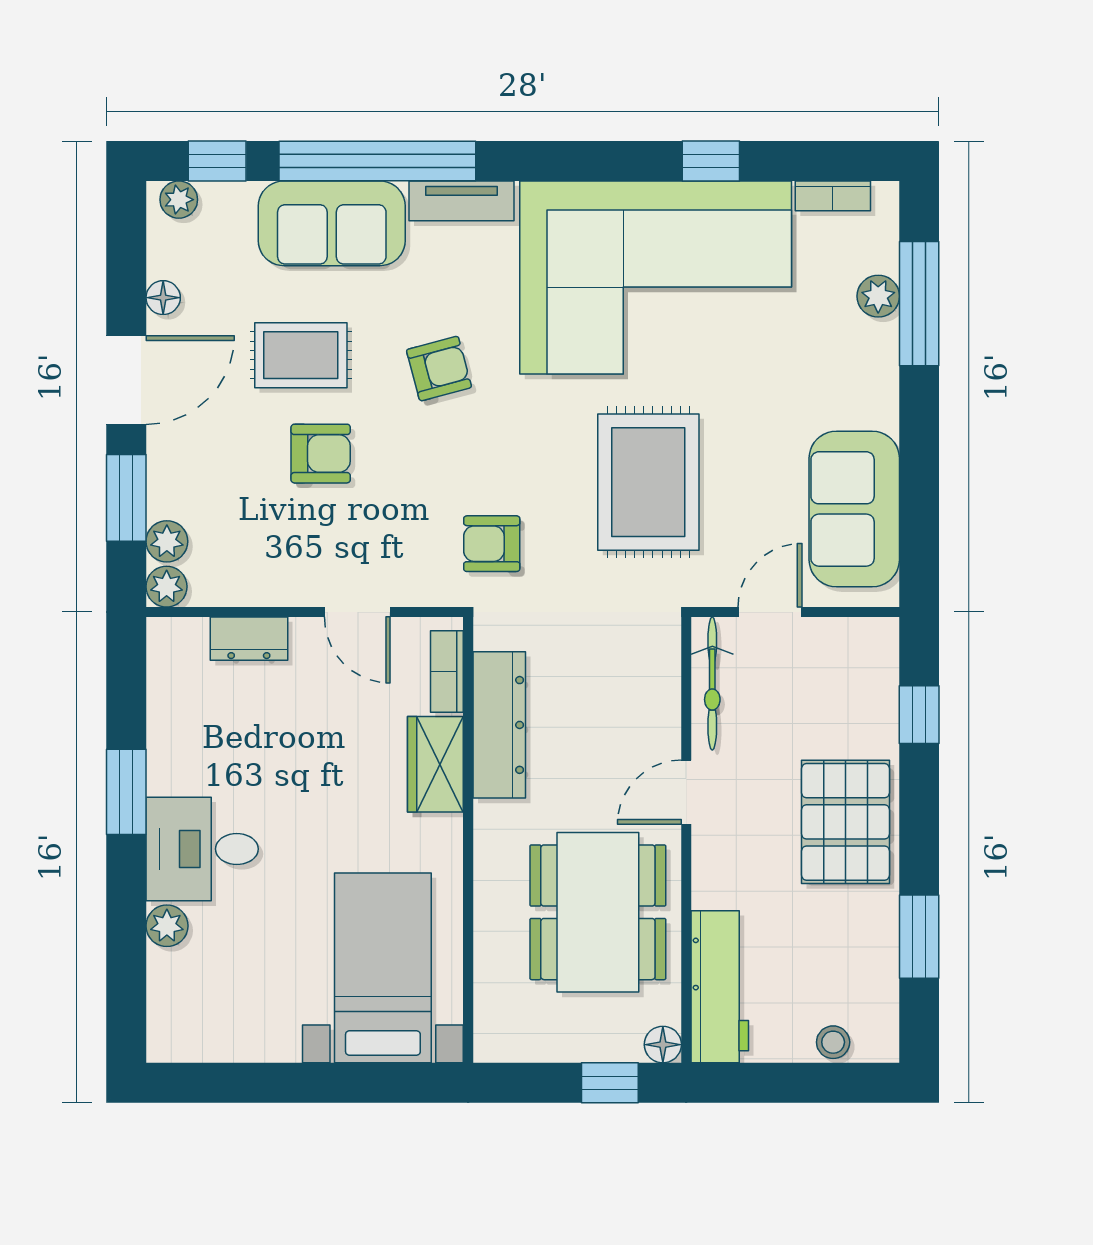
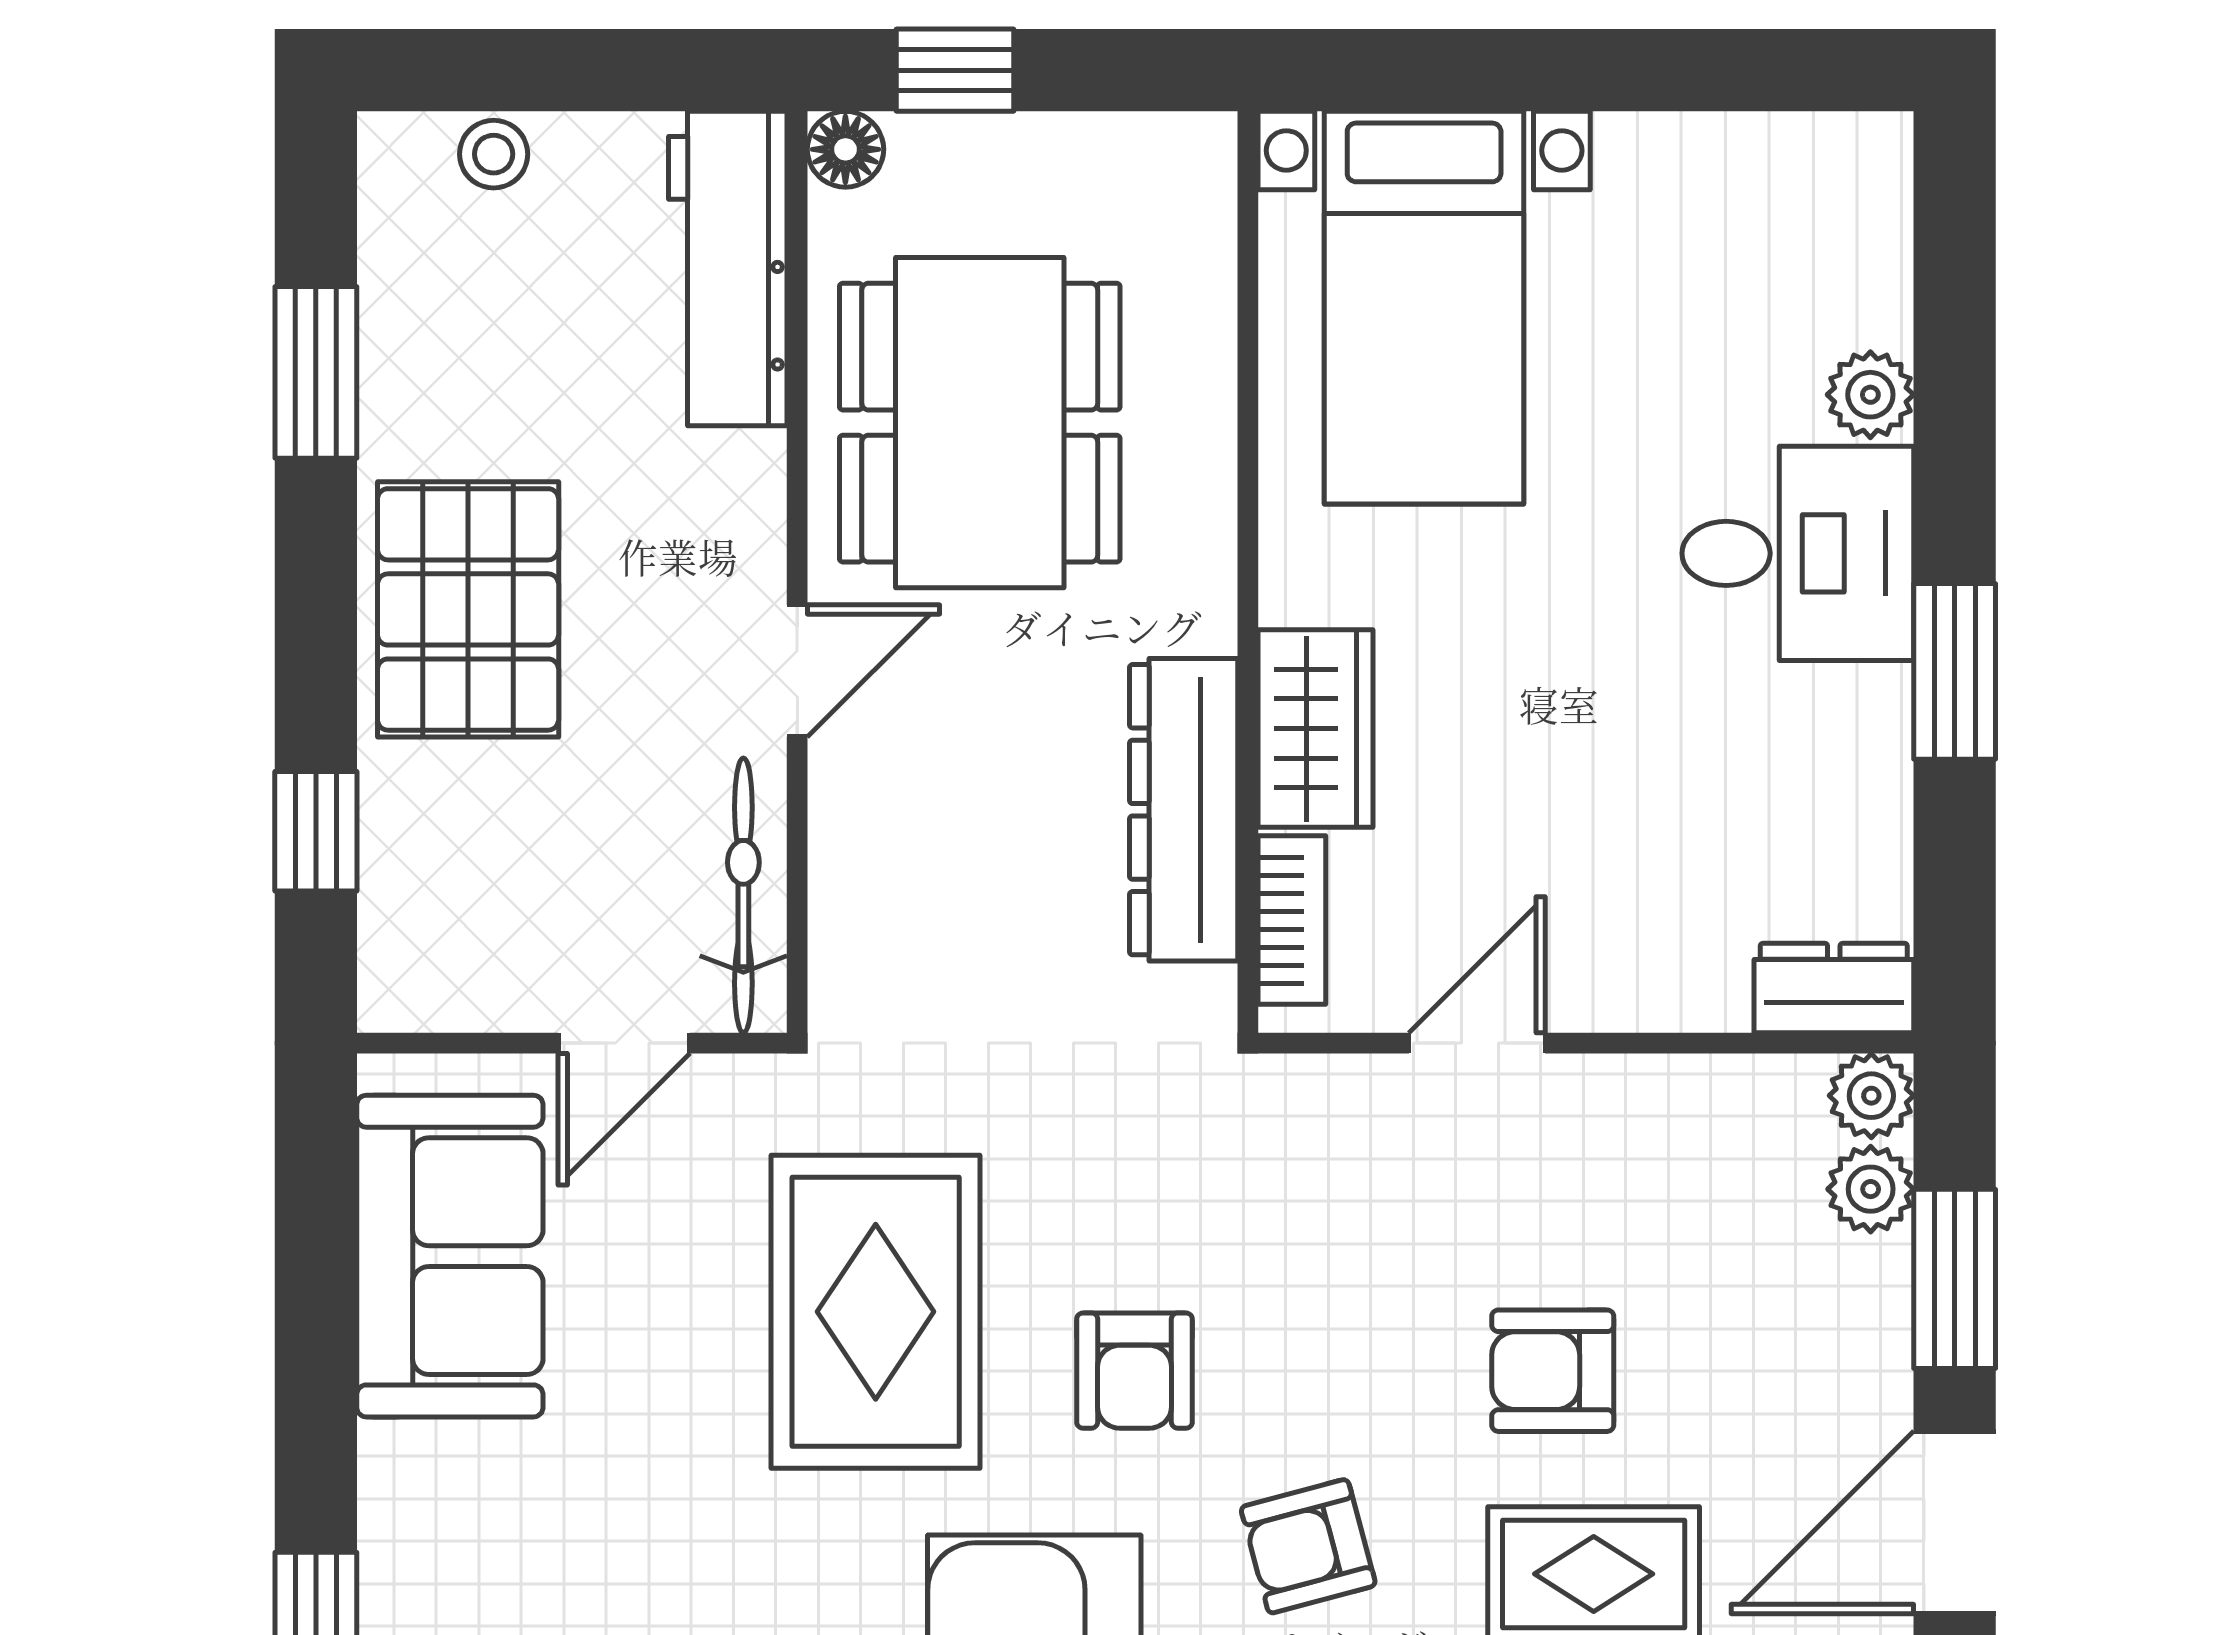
armchair: (492, 544) -> (1135, 1371), moved, turned 90
door: (357, 612) -> (1477, 1043), hinge flipped
dresser: (249, 639) -> (1834, 988), moved

